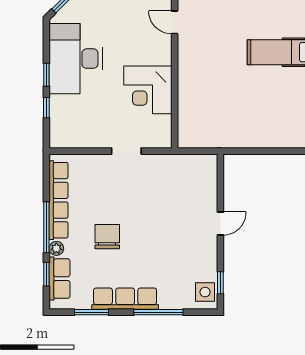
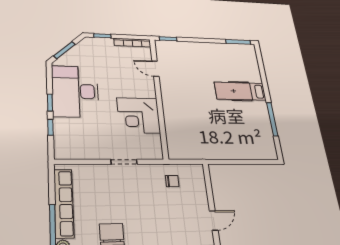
chair: (179, 175) -> (172, 181), added

